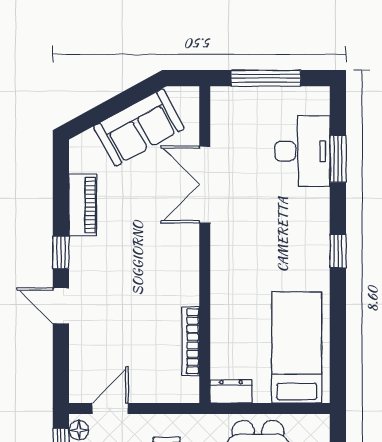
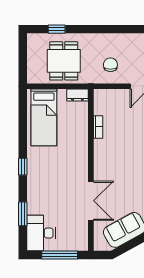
desk: (302, 151) -> (41, 233), moved
bookcase: (191, 341) -> (98, 127), width x0.64

